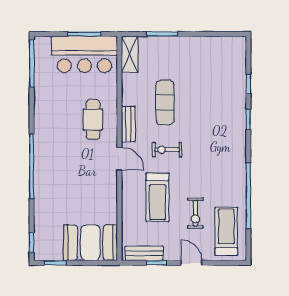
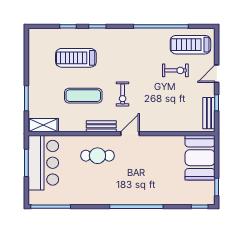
treadmill: (157, 197) -> (76, 58), moved, turned 180

